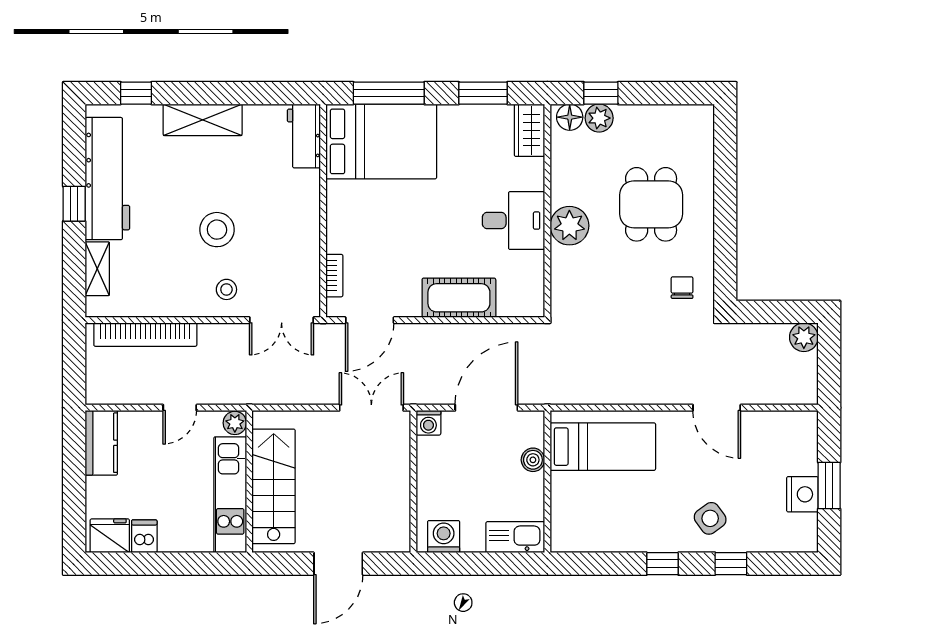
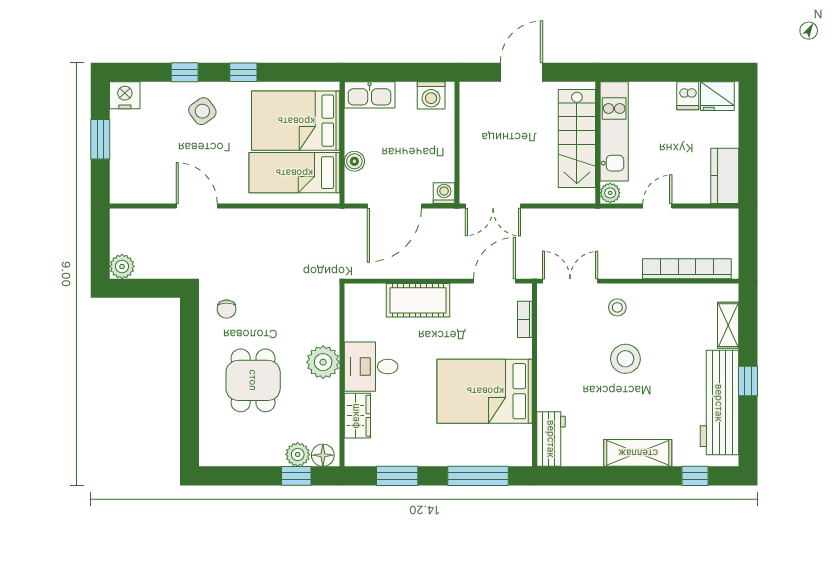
wardrobe: (529, 130) -> (357, 416), moved
bed: (381, 141) -> (485, 391), moved
nightstand: (802, 494) -> (125, 95), moved, turned 90
bed: (601, 507) -> (296, 121), added

